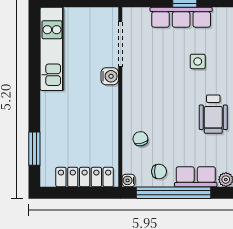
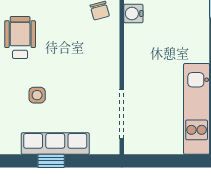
water cooler: (110, 76) -> (133, 13), moved

